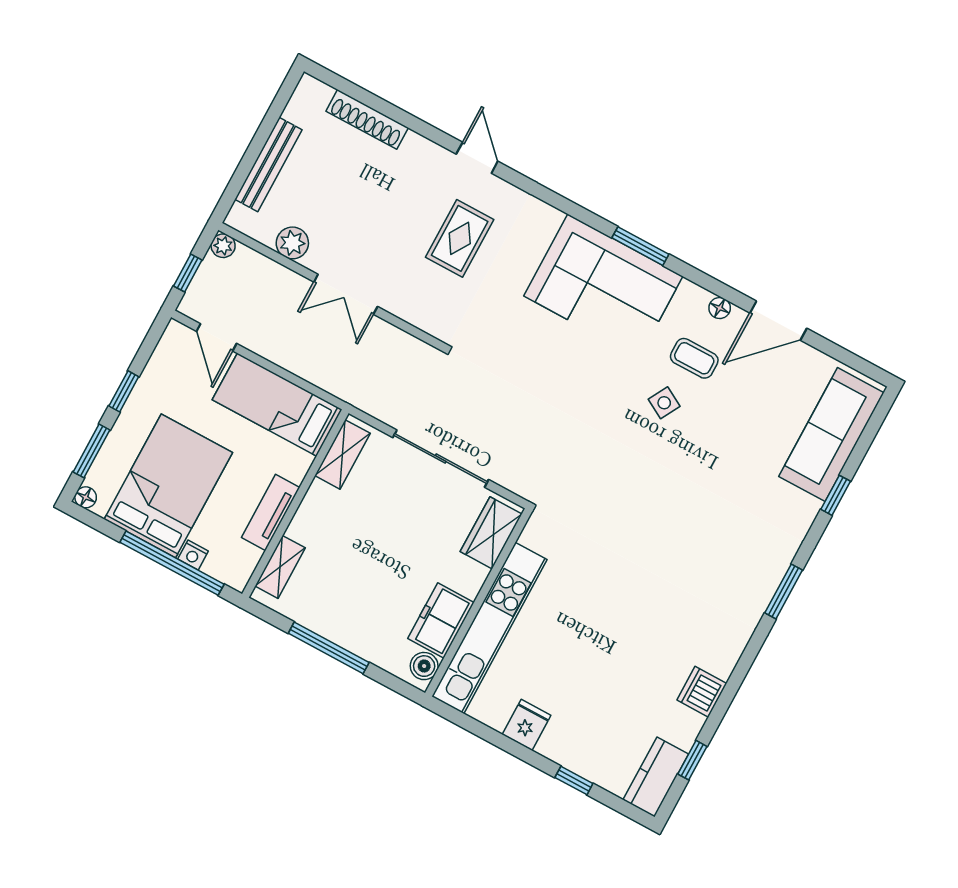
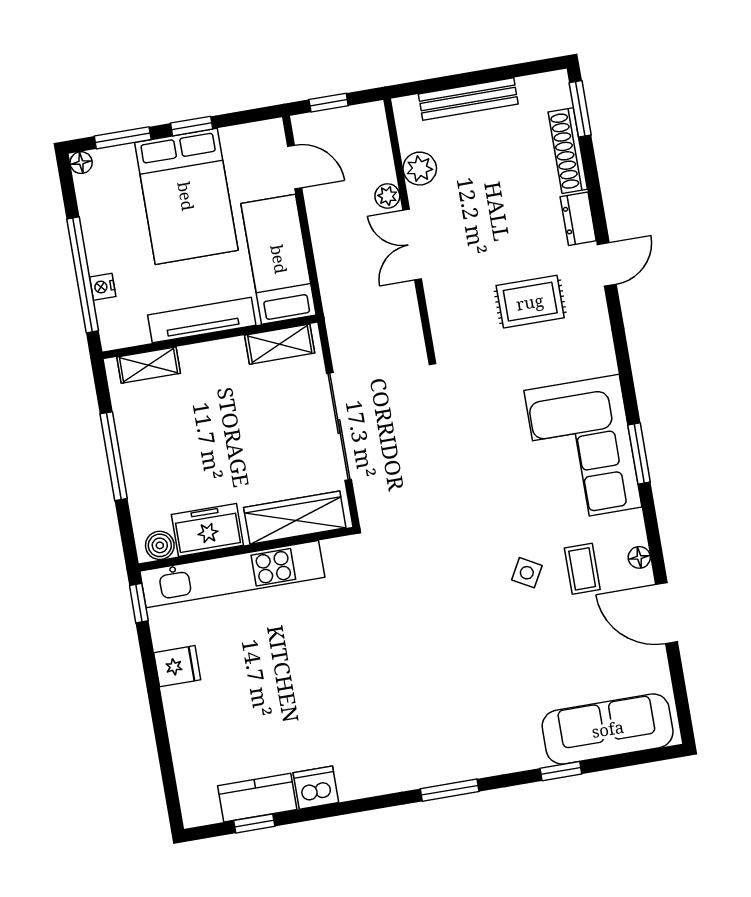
window: (343, 85) -> (580, 109), added
dresser: (425, 152) -> (578, 219), added
plant: (223, 246) -> (387, 196), moved
door: (217, 337) -> (295, 167), swing flipped
bed: (168, 486) -> (186, 196), moved, turned 90
tv unit: (271, 512) -> (202, 320), width x1.41
wardrobe: (491, 533) -> (295, 518), width x1.50
kitchen counter: (656, 777) -> (257, 798), moved
window: (574, 780) -> (139, 603), moved

